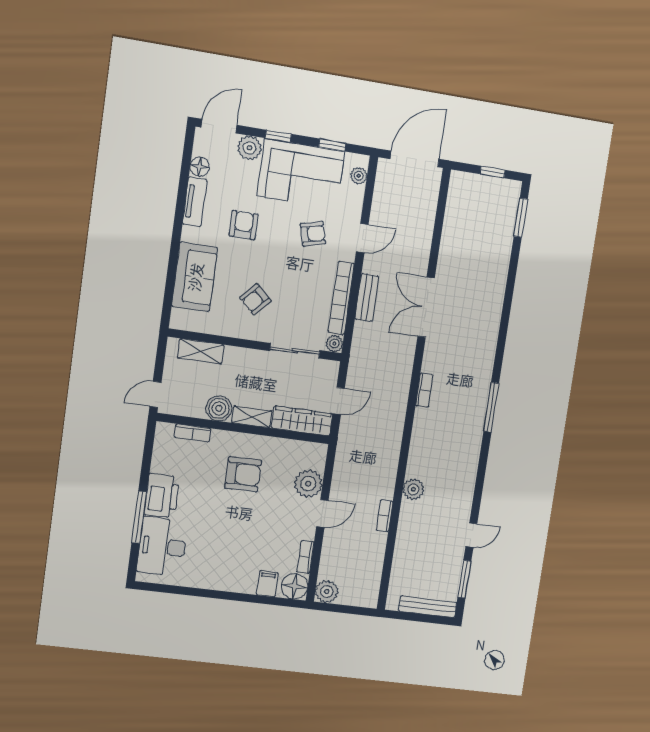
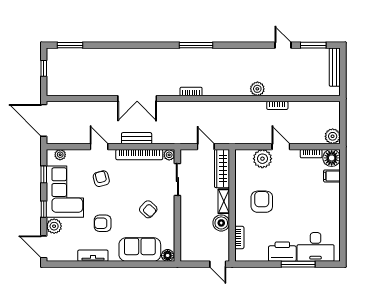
floor lamp: (200, 167) -> (168, 255), moved
shelving: (201, 351) -> (186, 239), removed

